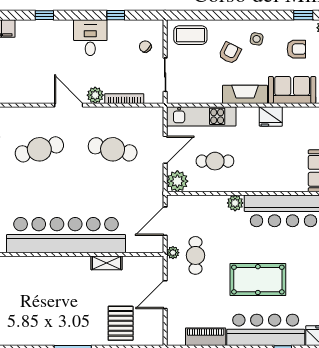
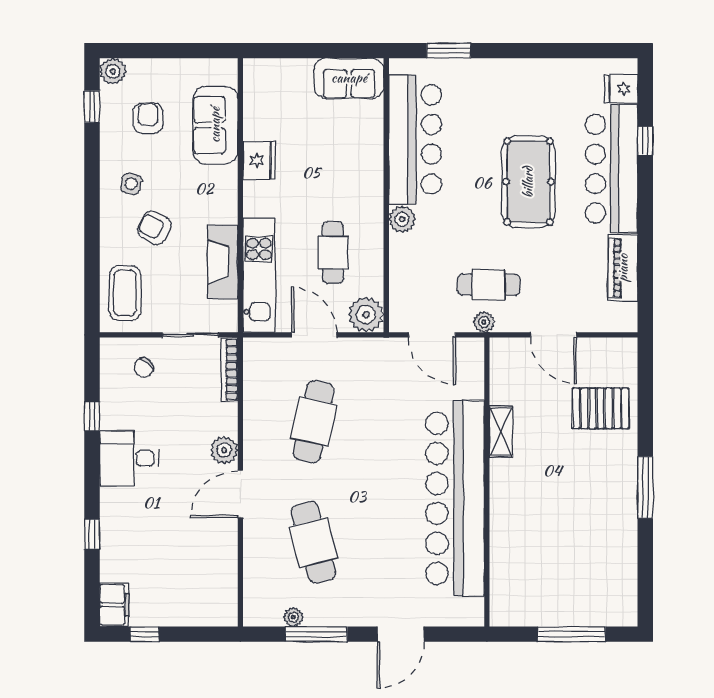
fireplace: (245, 94) -> (223, 262), moved
bookcase: (124, 99) -> (230, 369), moved

